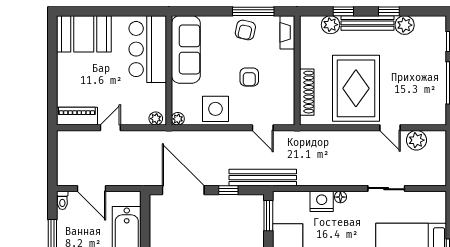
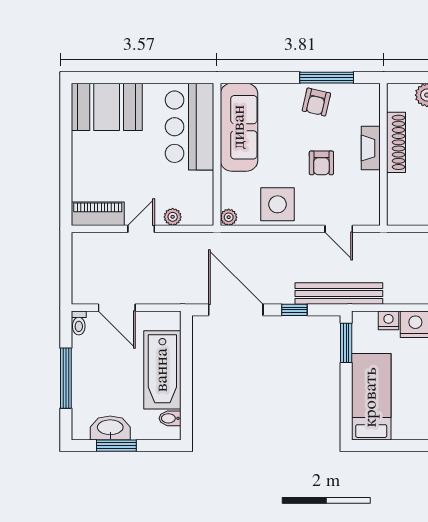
fireplace: (287, 32) -> (371, 148), moved
shoe rack: (307, 92) -> (396, 142), moved
plant: (156, 119) -> (173, 217), moved
nightstand: (301, 198) -> (389, 320), added

